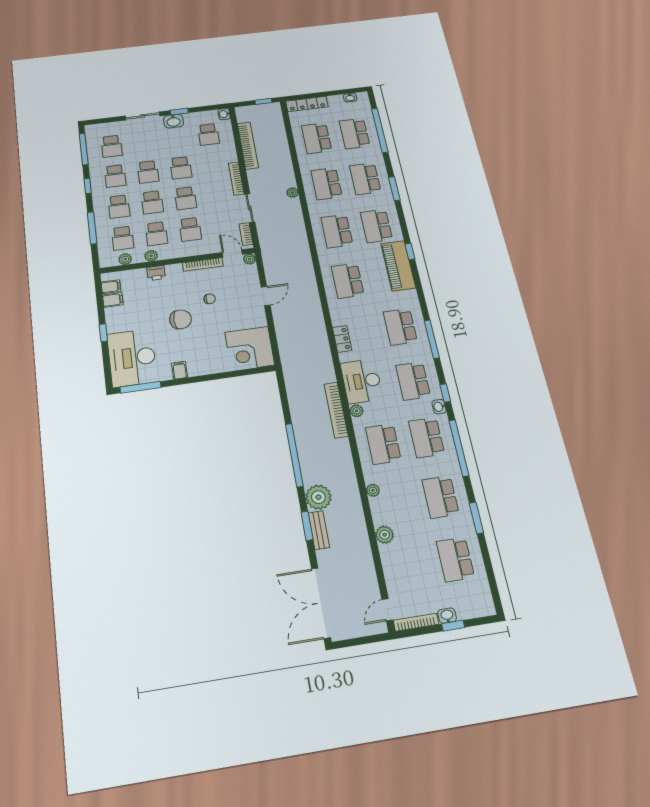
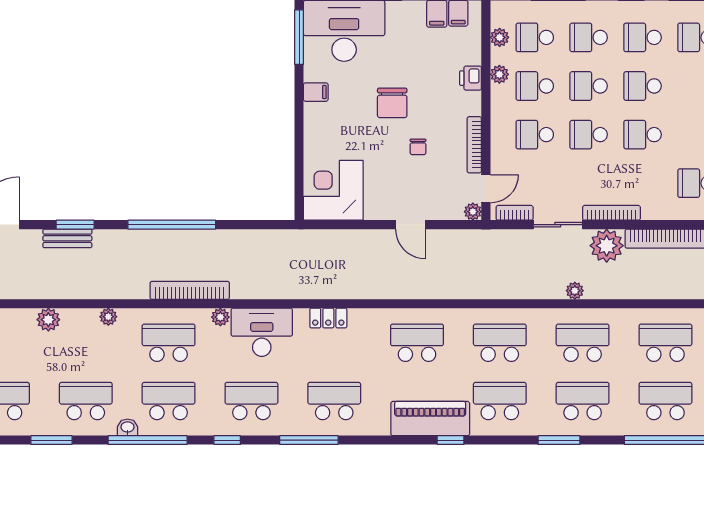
washbasin: (439, 407) -> (128, 427), moved
bookcase: (336, 410) -> (190, 290), moved
plant: (318, 497) -> (607, 246), moved

